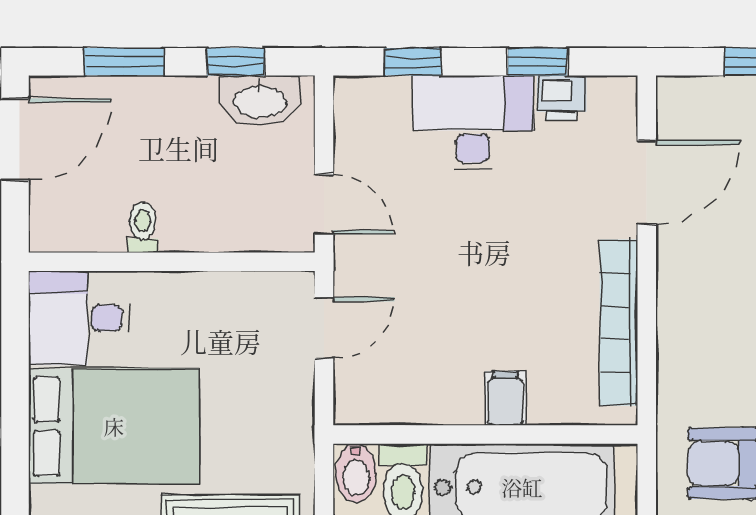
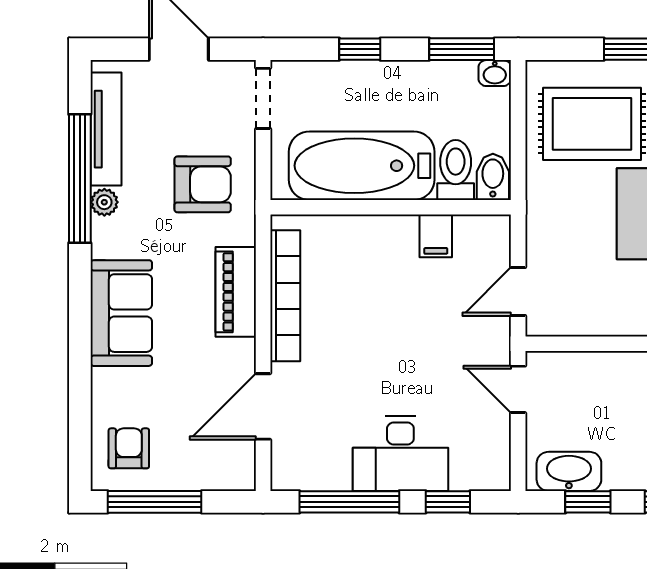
window: (538, 62) -> (349, 502), width x2.17
printer: (562, 98) -> (330, 473), removed
piano: (681, 327) -> (236, 292), added
filing cabinet: (505, 398) -> (436, 236), moved

